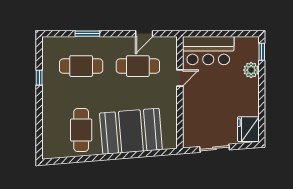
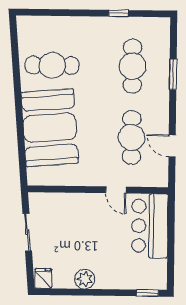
plant: (251, 70) -> (85, 279), moved
fridge: (248, 129) -> (43, 278), width x0.53, depth x0.75

